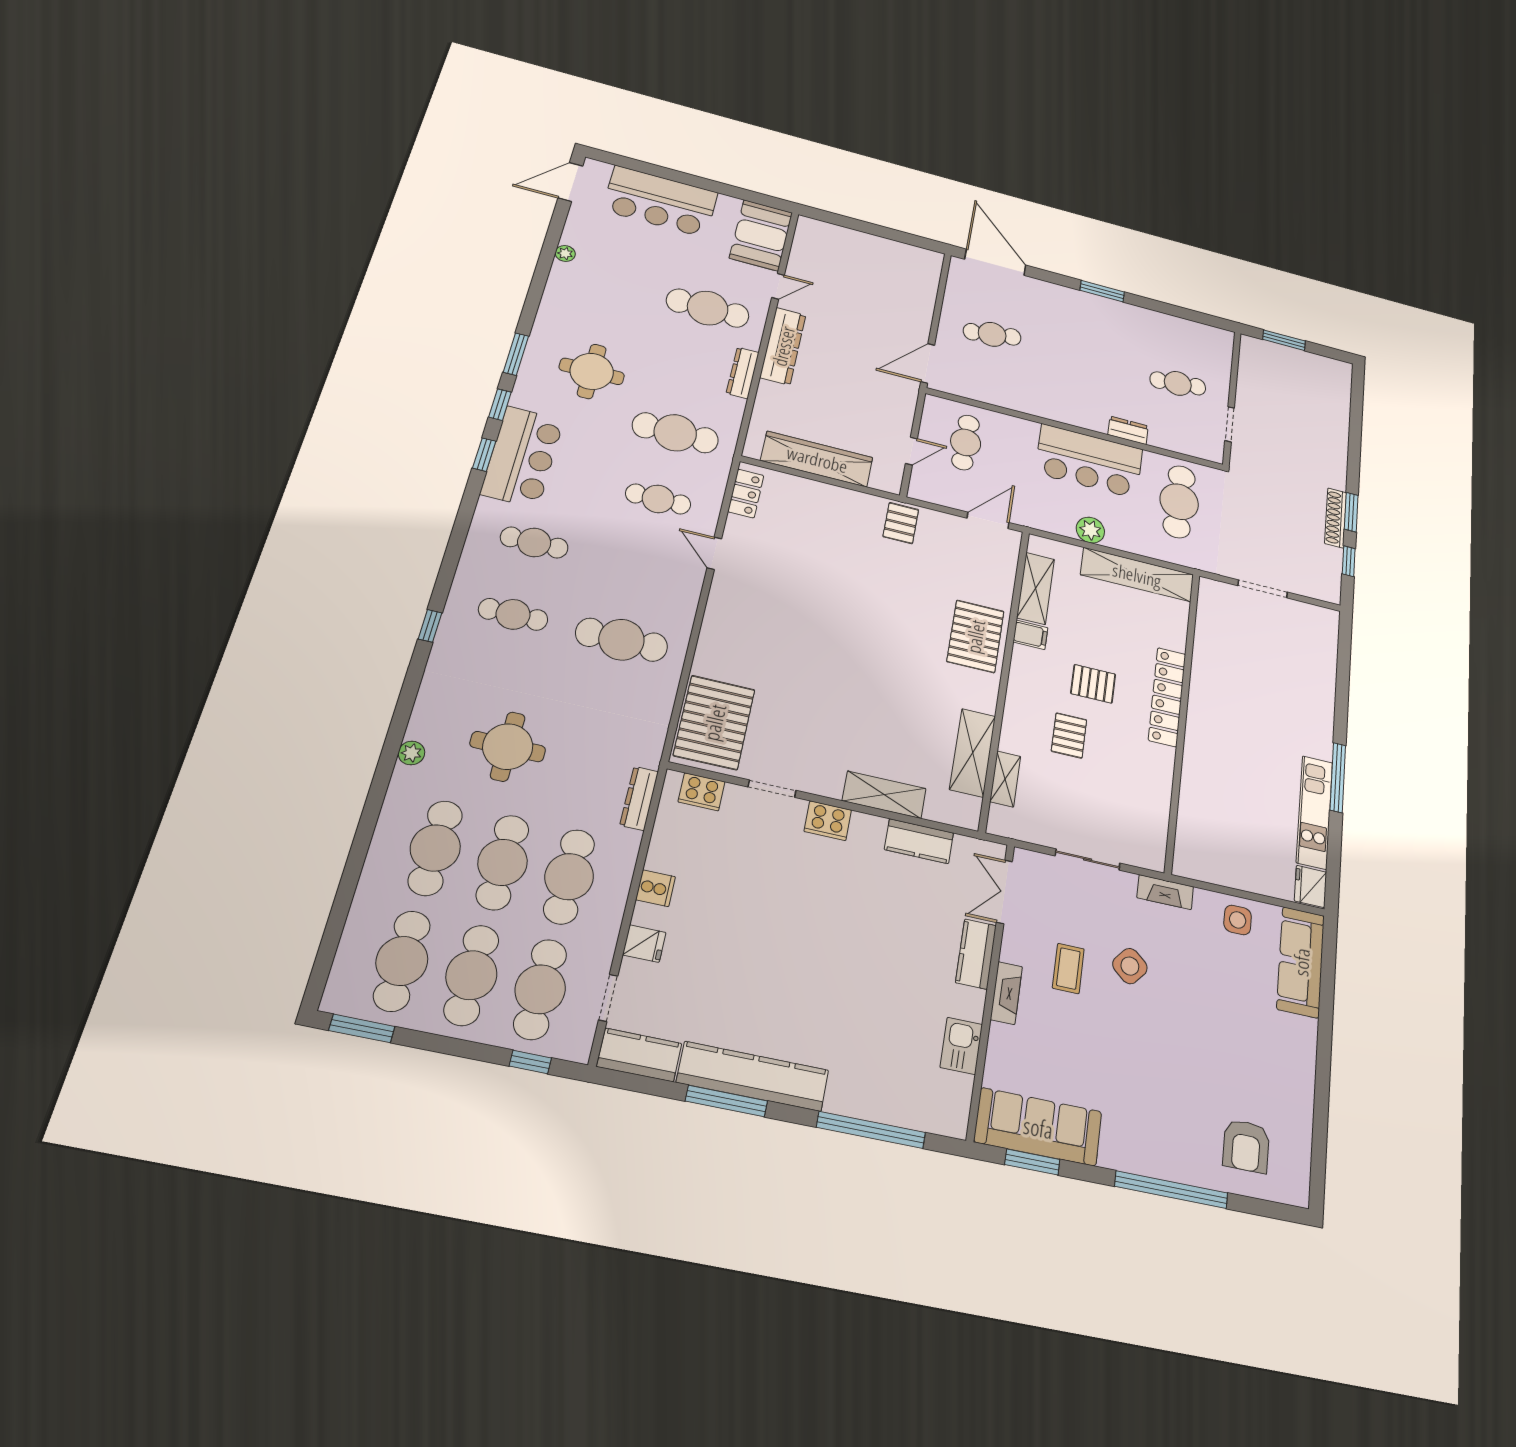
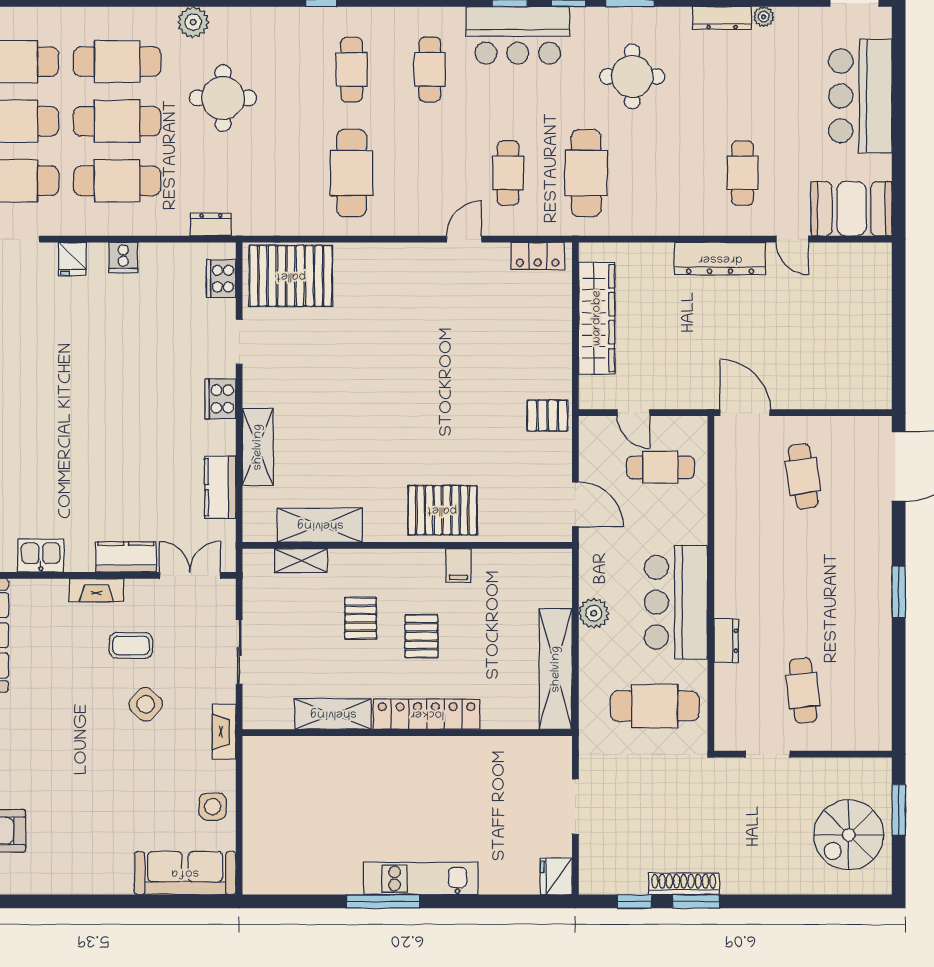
cafe table: (708, 308) -> (742, 173), width x0.73, depth x0.74
dresser: (743, 373) -> (722, 18), moved, turned 180
spiral stairs: (1302, 382) -> (849, 835), added
shelving: (1036, 588) -> (333, 714), moved
pallet: (1069, 735) -> (361, 618), turned 90
plant: (411, 753) -> (193, 22), width x1.38, depth x1.38
dresser: (639, 798) -> (211, 224), width x0.70
kitchen unit: (1314, 812) -> (421, 879), moved
fridge: (1311, 886) -> (556, 876), moved, turned -90

